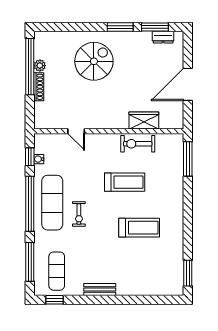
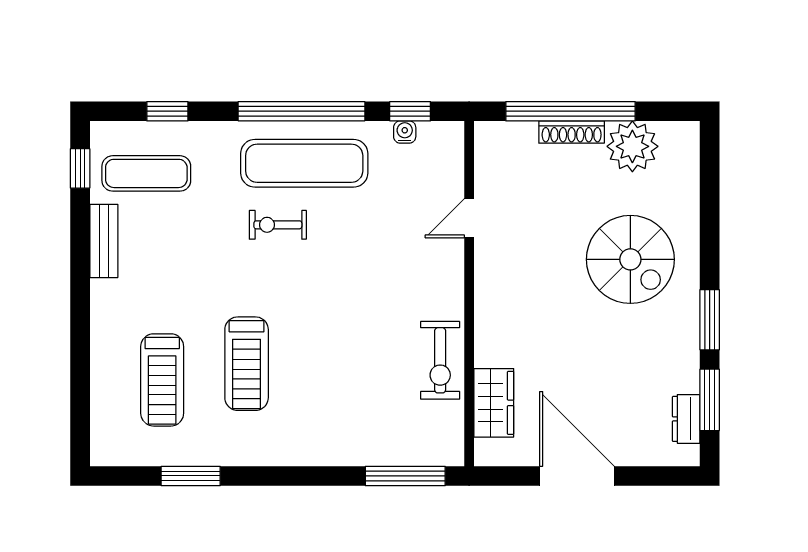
plant: (40, 66) -> (632, 146), width x1.87, depth x1.87
window: (30, 67) -> (570, 111), moved
wardrobe: (144, 120) -> (494, 403), moved
exercise bike: (138, 144) -> (440, 360), turned 180
treadmill: (125, 182) -> (162, 380), moved
window: (30, 262) -> (167, 111), width x0.46
window: (188, 273) -> (191, 476), moved
bench: (100, 289) -> (104, 241), moved

